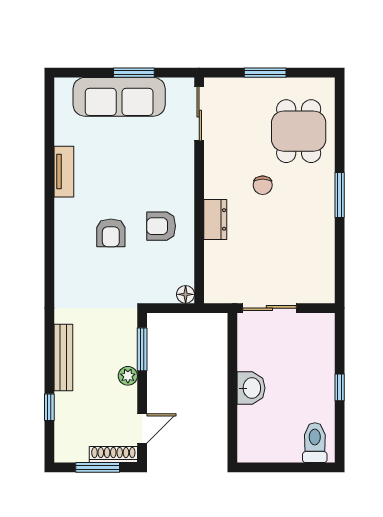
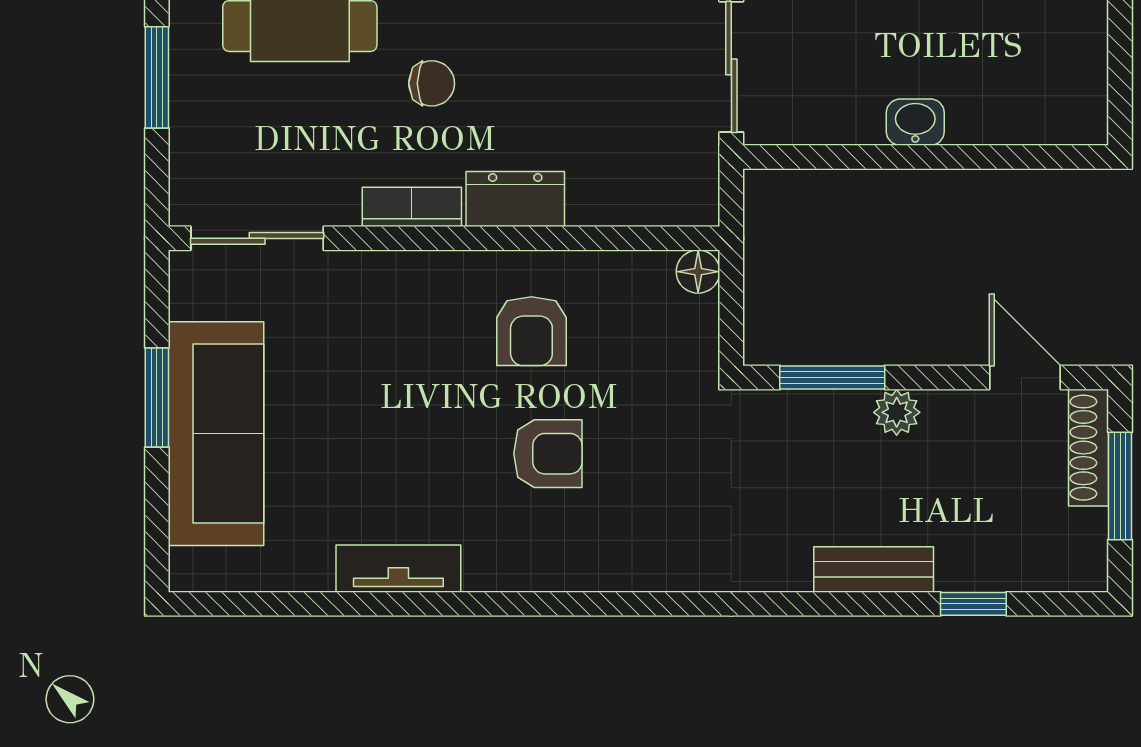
bookcase: (212, 177) -> (412, 207), added
bench: (63, 358) -> (874, 569), width x0.73
washbasin: (251, 388) -> (915, 122), width x0.72, depth x0.69

